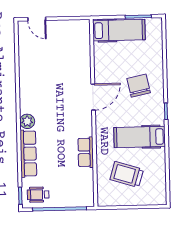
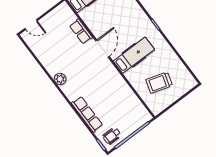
chair: (139, 86) -> (126, 21), removed
plant: (27, 121) -> (60, 79), moved
hospital bed: (140, 137) -> (134, 55), moved, turned 180
row of seats: (86, 152) -> (81, 31), moved

